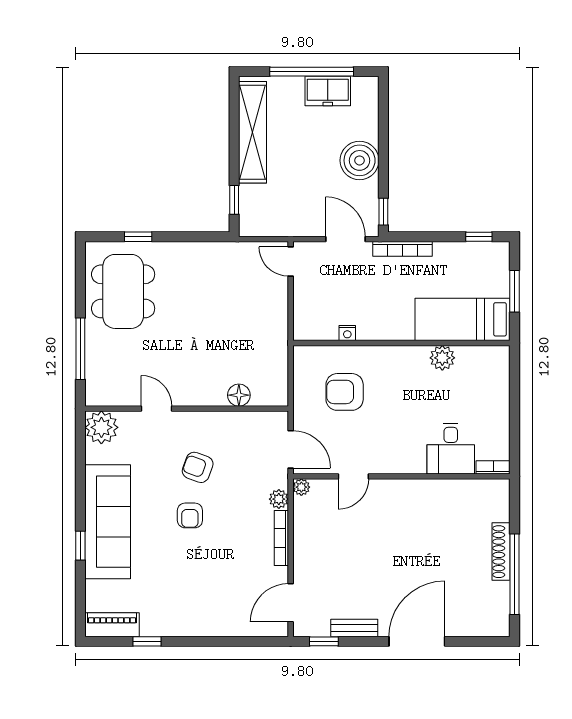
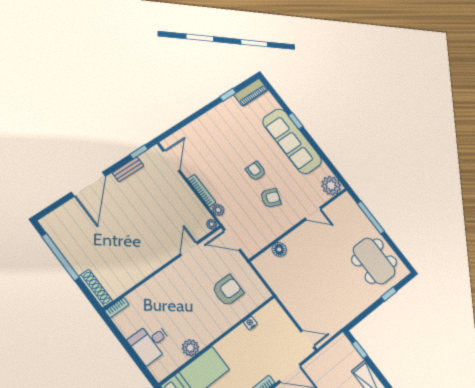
desk: (451, 449) -> (150, 343), moved, turned -90
shoe rack: (501, 552) -> (96, 289), moved

